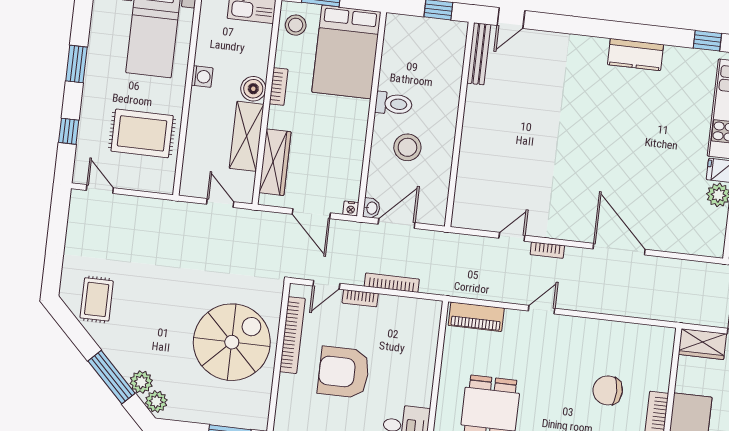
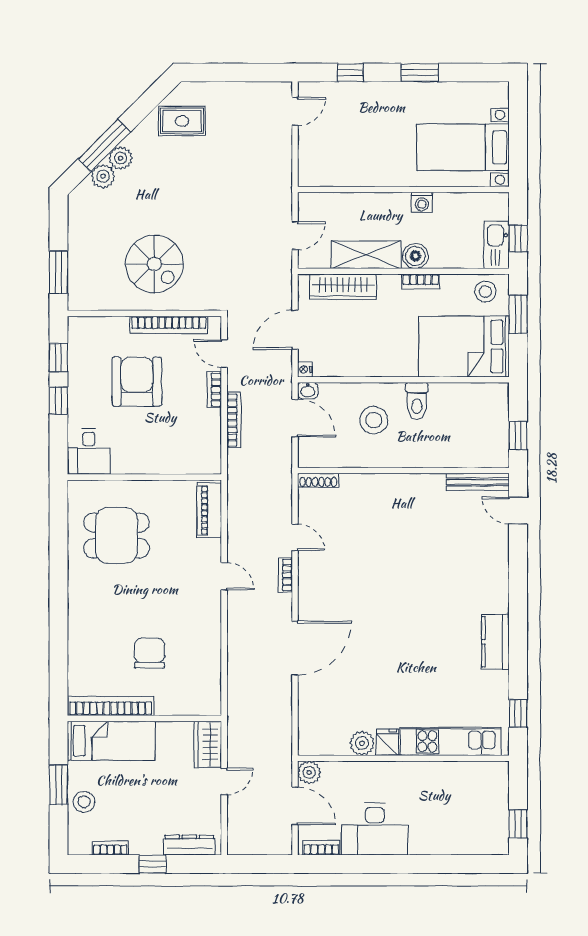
rug: (142, 133) -> (357, 148), removed
shoe rack: (459, 208) -> (318, 480), added
spiral stairs: (232, 342) -> (154, 264), width x0.73, depth x0.73
plant: (156, 401) -> (121, 158), moved

